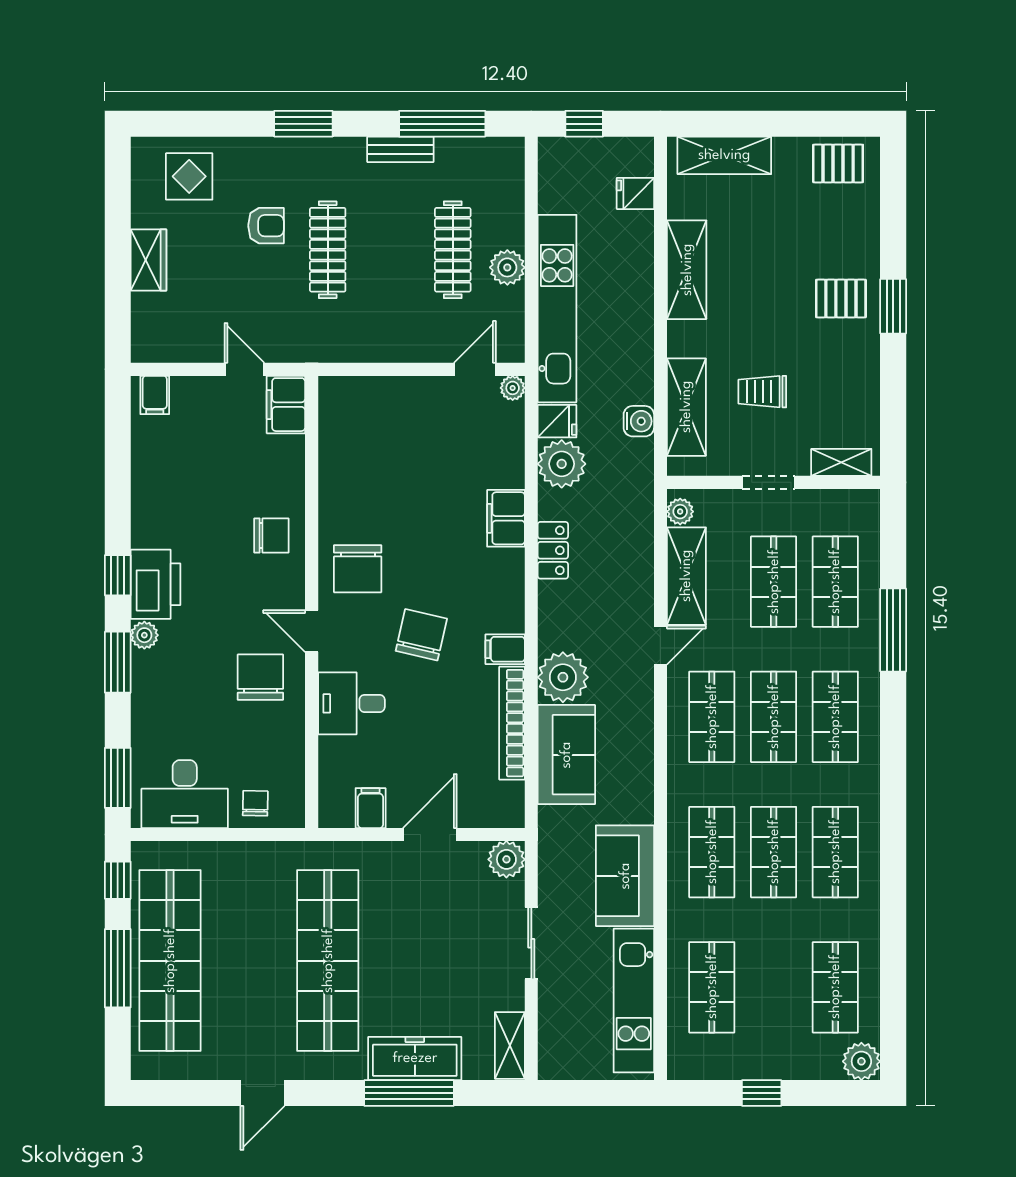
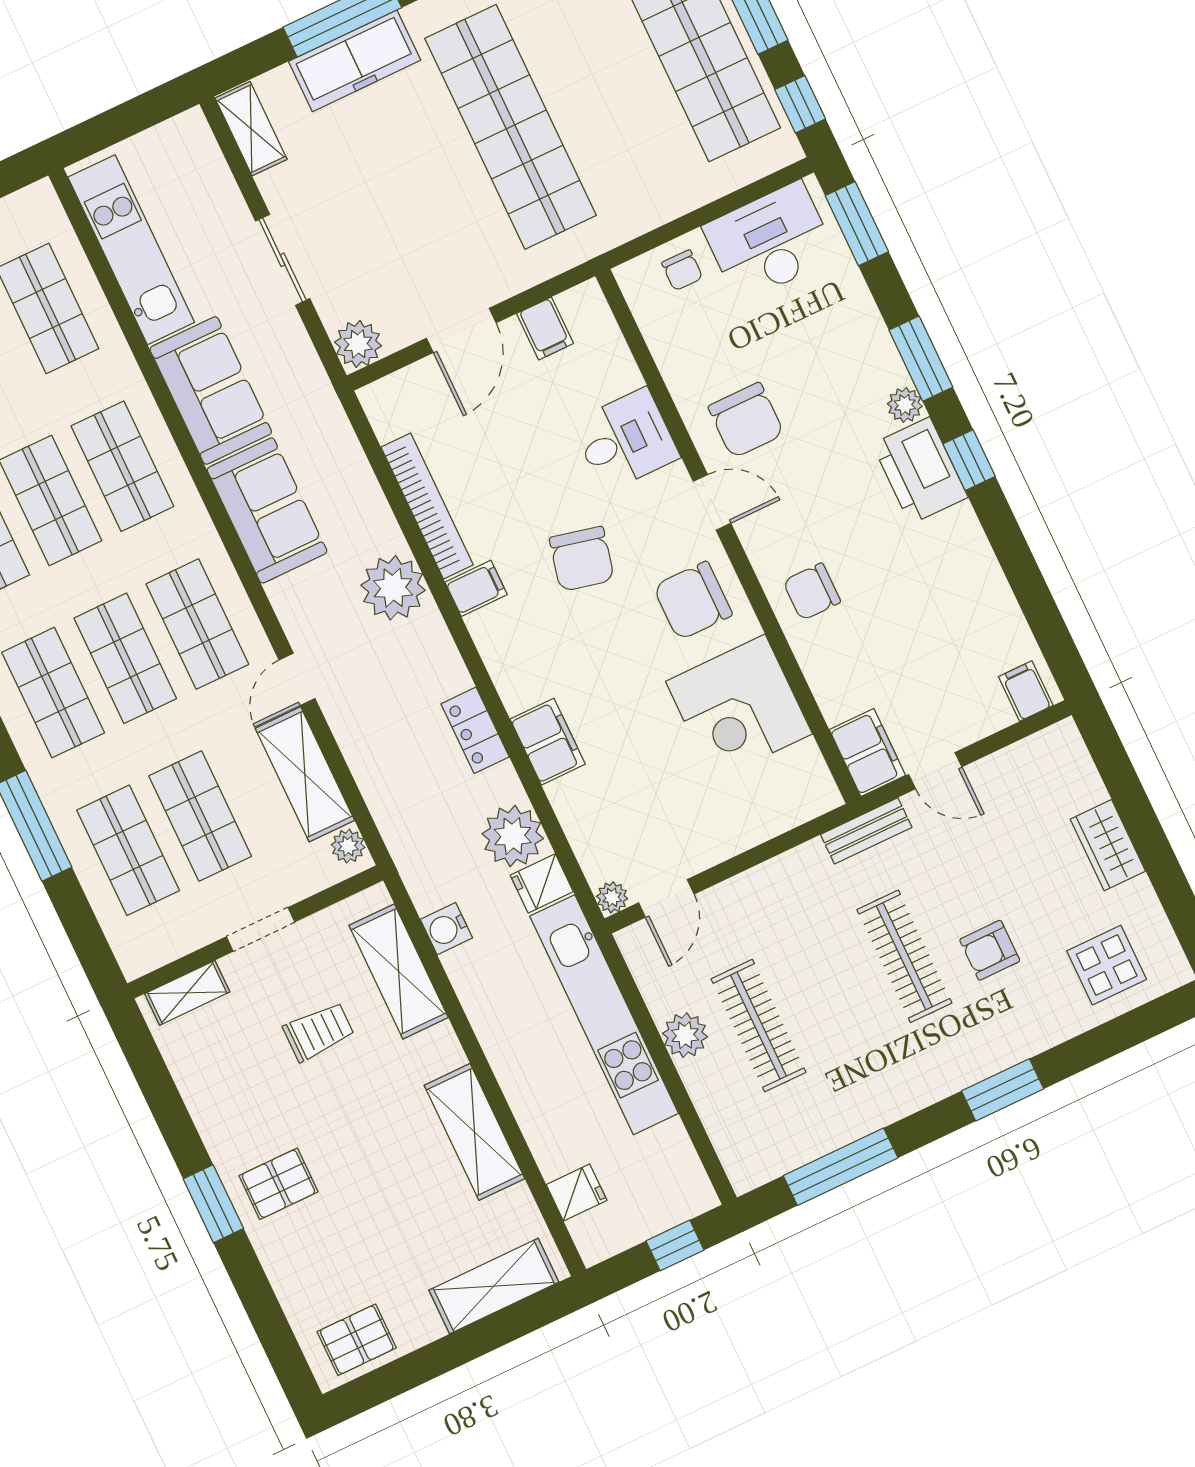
bench: (400, 149) -> (866, 831), moved
corner desk: (361, 479) -> (739, 708), added
chair: (358, 569) -> (693, 601), turned -90
sofa: (566, 755) -> (267, 510), moved, turned 180

